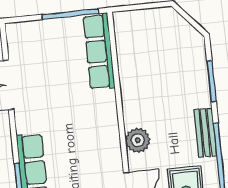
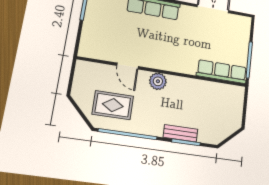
bench: (205, 133) -> (180, 133), moved

